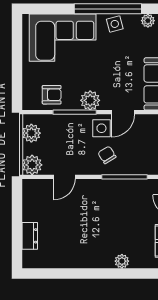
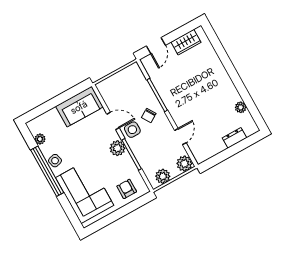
armchair: (52, 95) -> (127, 189), moved
door: (64, 177) -> (180, 137), hinge flipped
plant: (122, 261) -> (241, 107), moved

